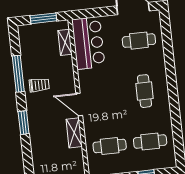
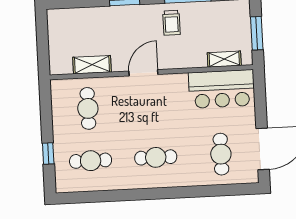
shelving: (74, 133) -> (92, 65), moved
cafe table: (150, 142) -> (91, 161), turned 90

